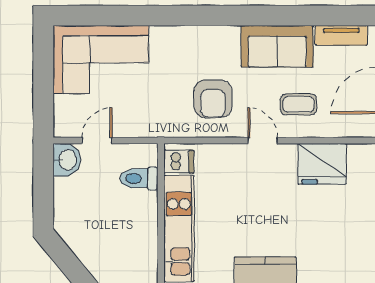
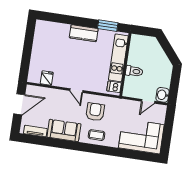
coffee table: (299, 104) -> (97, 135), moved
fridge: (322, 164) -> (47, 78), width x0.53, depth x0.75
toilet: (139, 178) -> (134, 71), moved

